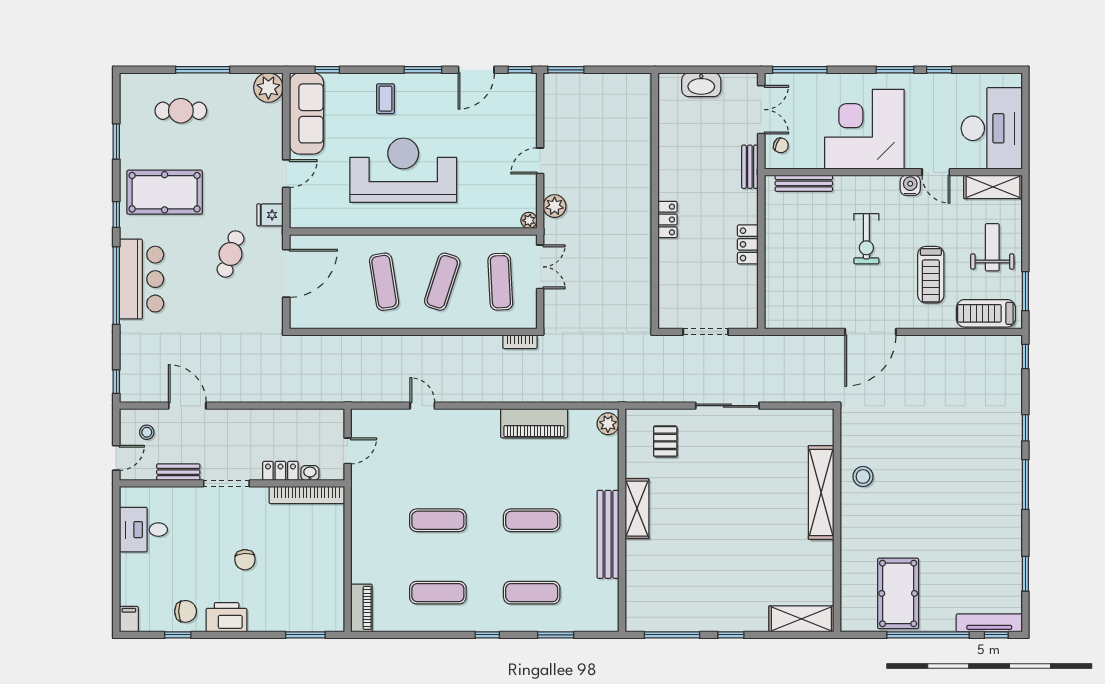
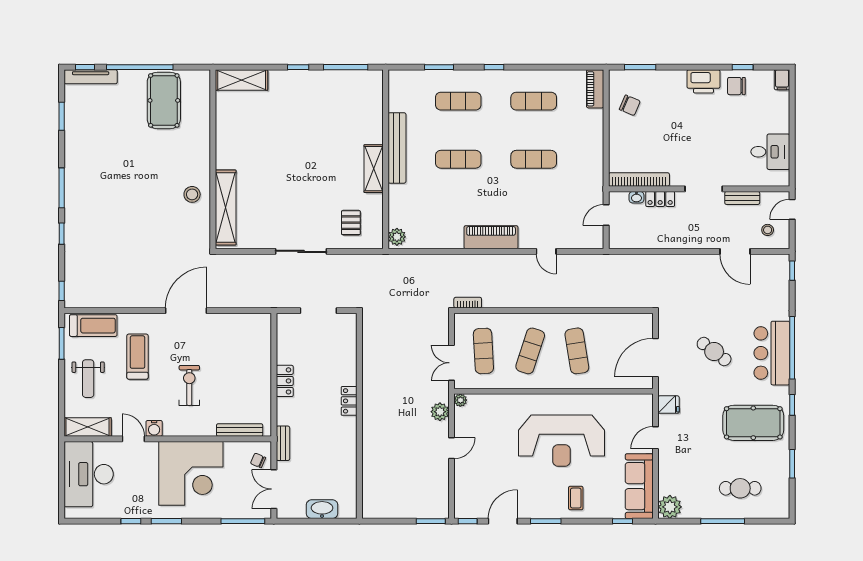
cafe table: (231, 254) -> (714, 352), moved, turned -72
piano: (534, 423) -> (491, 237), moved
shelving: (821, 493) -> (226, 207), moved
chair: (245, 560) -> (630, 105), moved, turned 116

